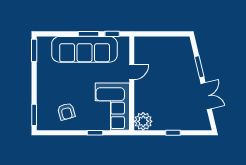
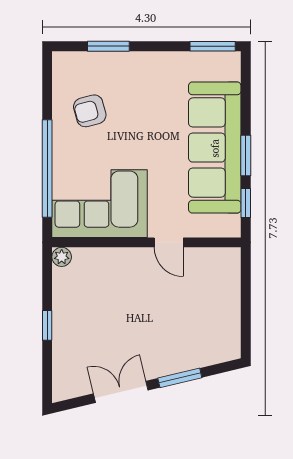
double door: (206, 96) -> (121, 392), swing flipped
window: (34, 115) -> (108, 46), moved
plant: (143, 121) -> (62, 257), width x0.53, depth x0.53
window: (95, 133) -> (47, 168), width x3.17

